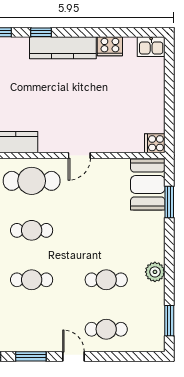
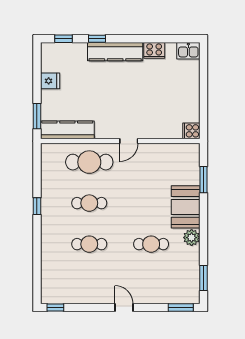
booth: (148, 184) -> (186, 207), moved
cafe table: (106, 329) -> (151, 285), removed
window: (31, 356) -> (181, 308), moved

